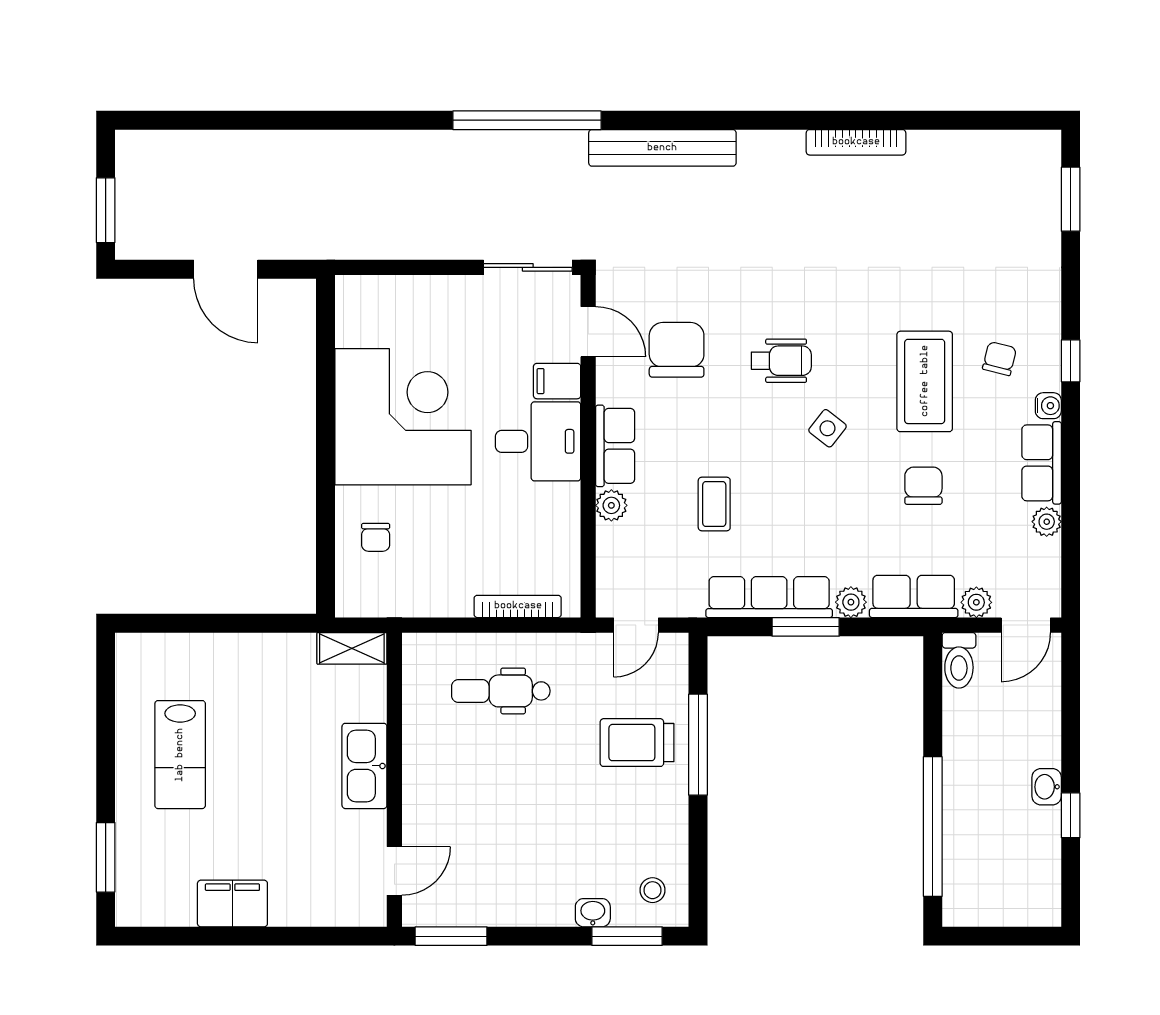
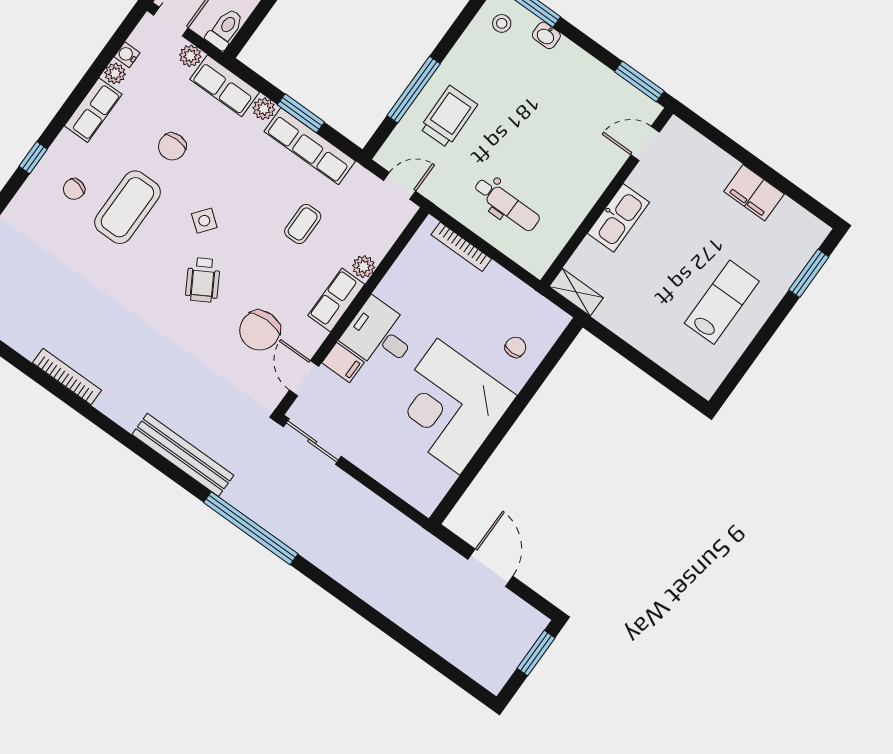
wheelchair: (781, 361) -> (203, 280), turned -120
water cooler: (1048, 406) -> (127, 55), moved
trolley: (637, 743) -> (449, 117), turned -91

